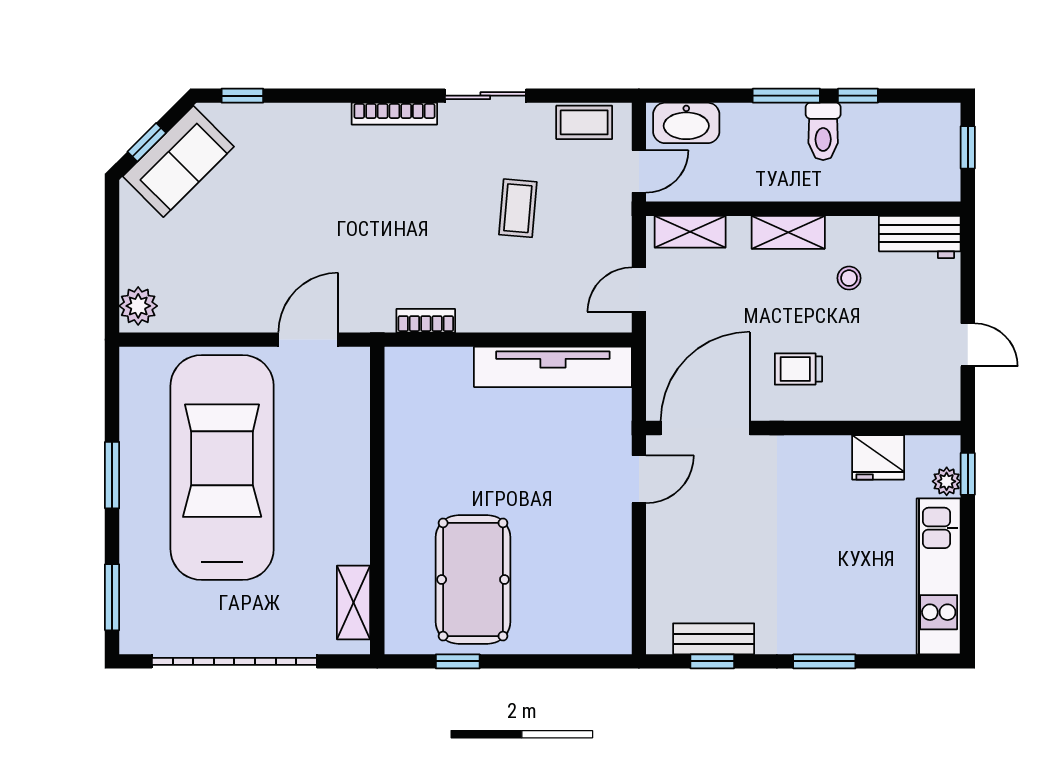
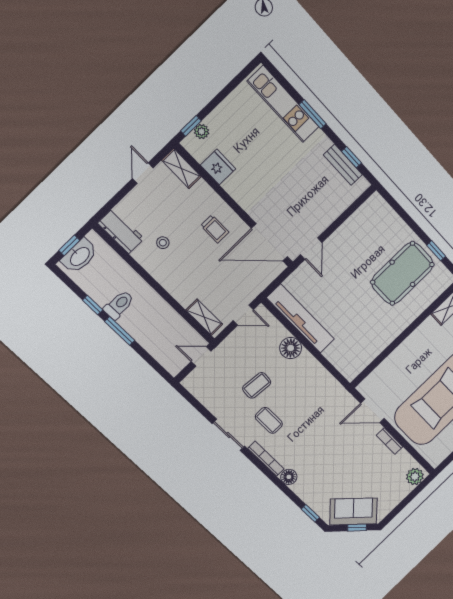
floor lamp: (332, 119) -> (289, 477), added
coffee table: (584, 122) -> (269, 420), moved
washbasin: (686, 123) -> (79, 256), moved, turned 90
shelving: (788, 232) -> (181, 168), moved
floor lamp: (524, 311) -> (291, 348), added
bookcase: (426, 321) -> (390, 441), moved
door: (639, 479) -> (311, 249), swing flipped
kitchen unit: (939, 576) -> (283, 104), moved, turned 90

